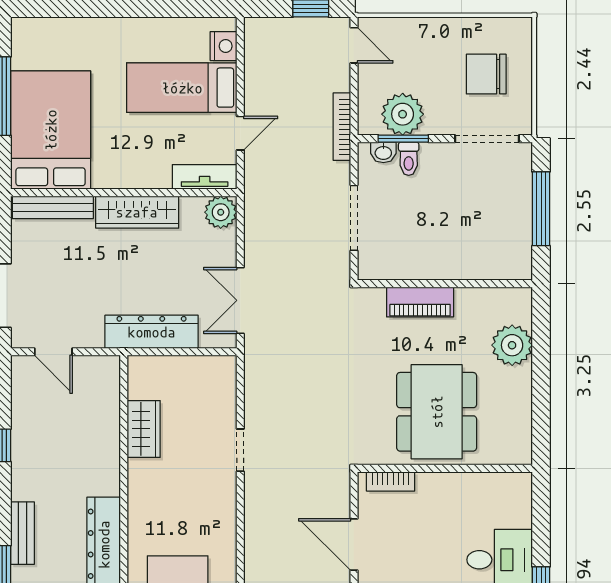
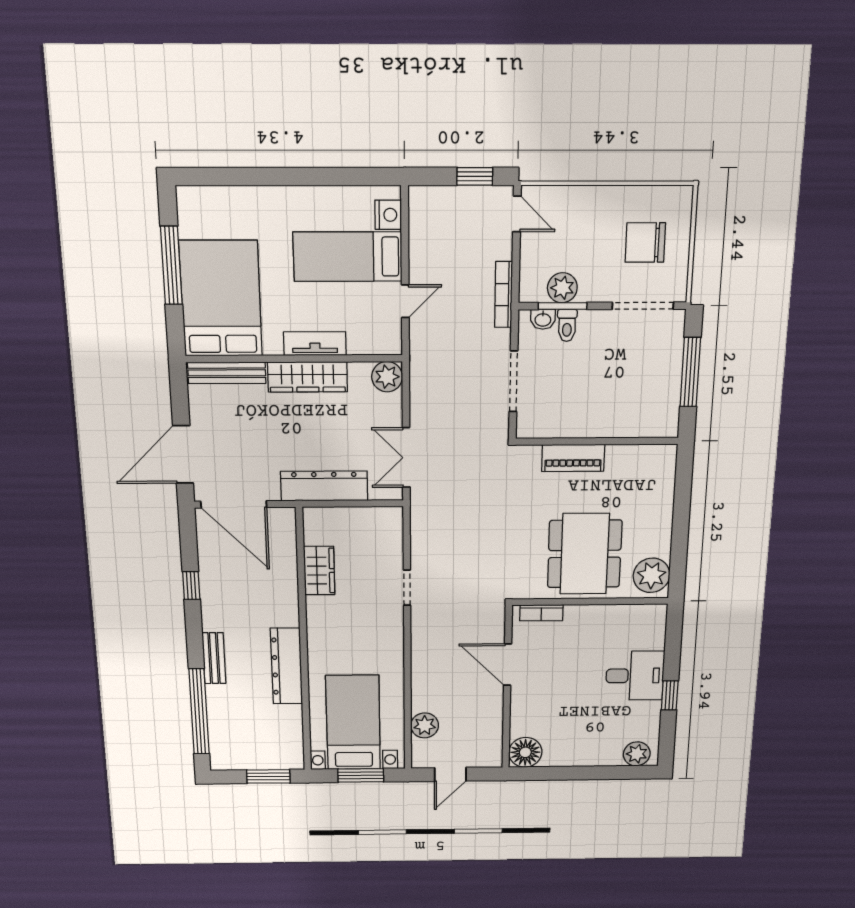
plant: (403, 114) -> (562, 288), width x0.73, depth x0.73
tv unit: (205, 177) -> (315, 344), moved
plant: (512, 345) -> (651, 575), moved
door: (53, 352) -> (234, 504), width x1.87

